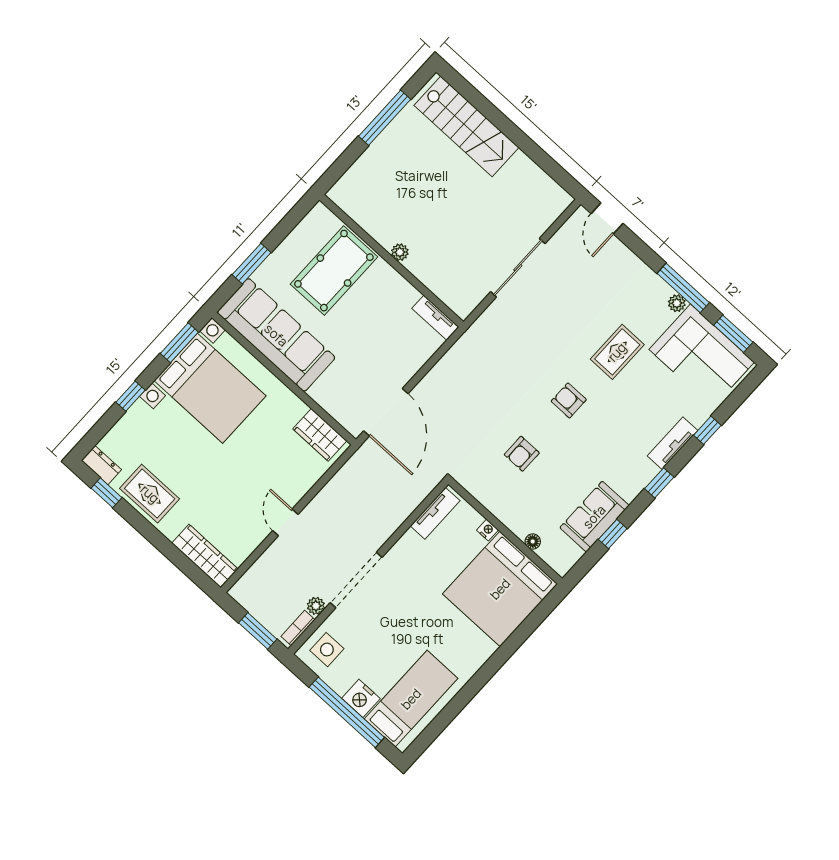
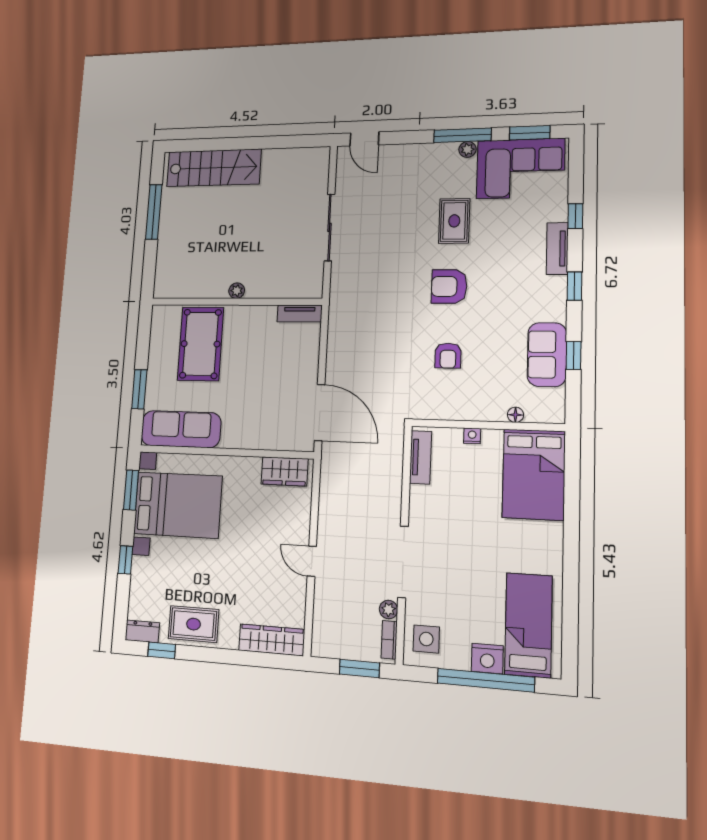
sofa: (276, 335) -> (181, 429), width x0.74, depth x0.79
armchair: (569, 400) -> (449, 286), width x1.38, depth x1.38
bed: (500, 589) -> (534, 474), width x0.73

